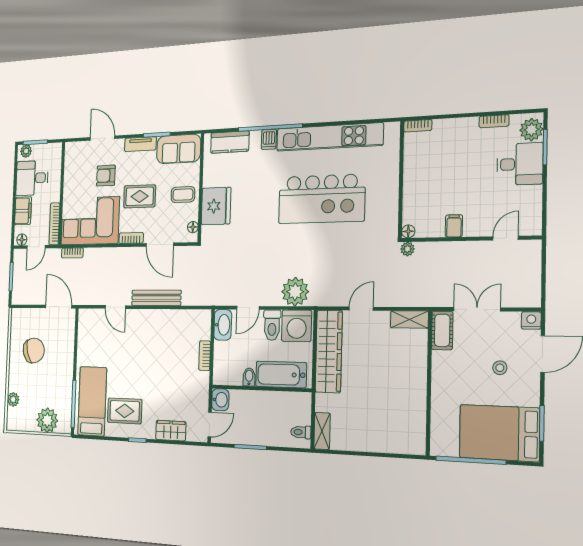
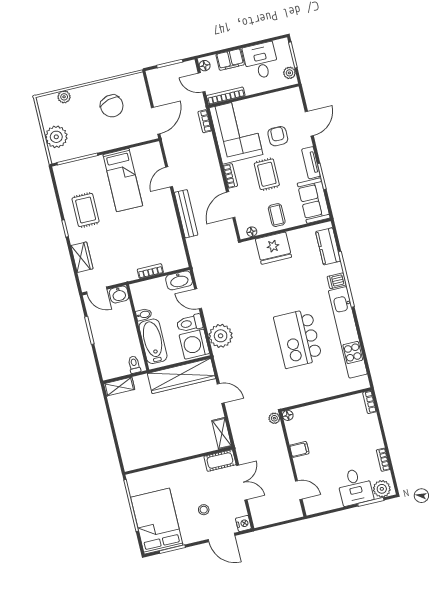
plant: (26, 151) -> (289, 73), moved
kitchen island: (321, 199) -> (298, 339), width x0.73
bed: (92, 401) -> (123, 180), moved, turned 90
toilet: (301, 432) -> (134, 365), moved

